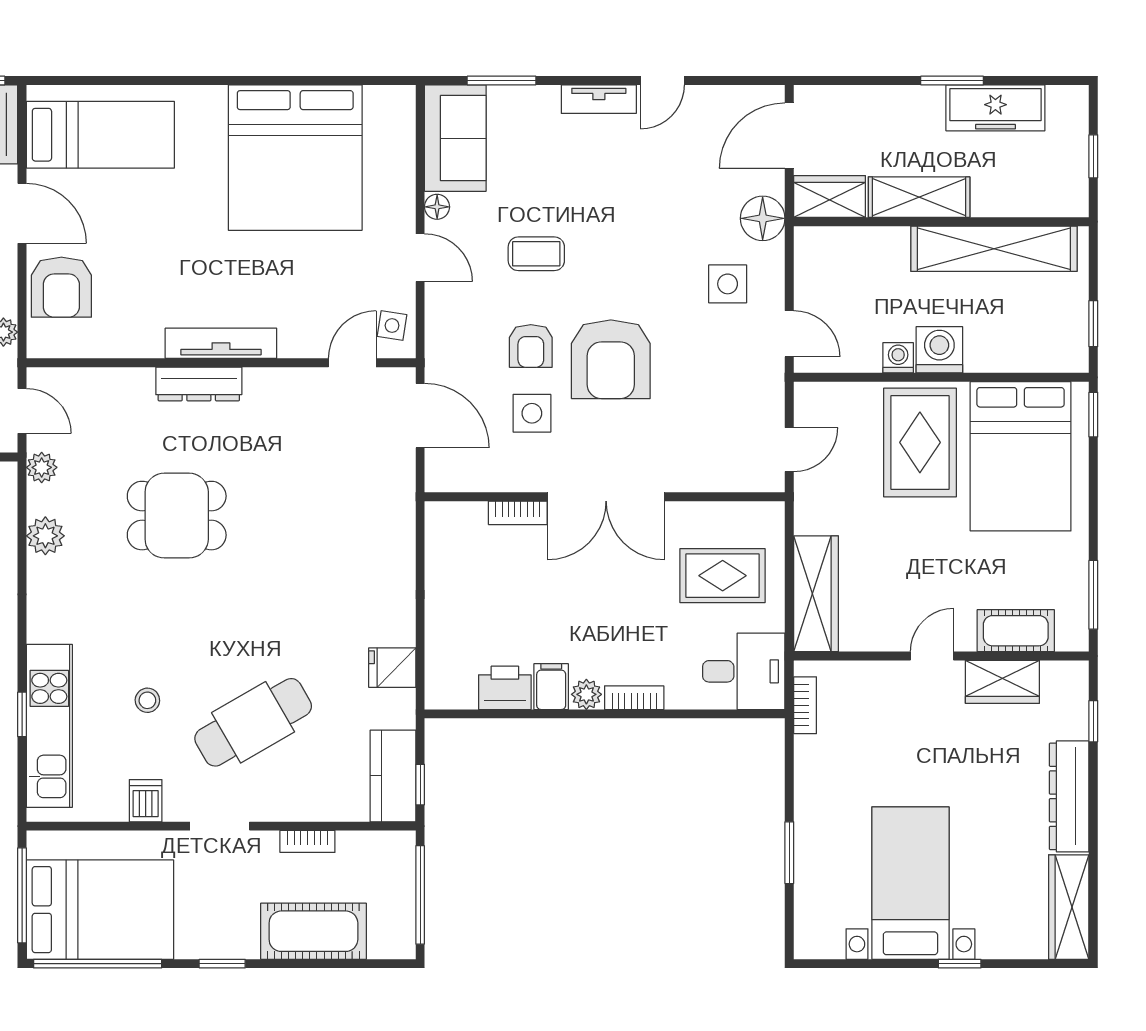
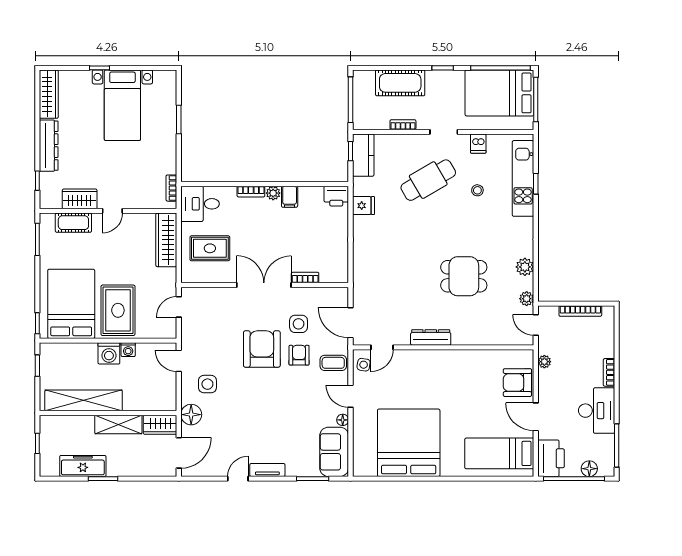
coffee table: (536, 254) -> (333, 363), moved
armchair: (61, 287) -> (517, 383), turned -90
tv unit: (221, 343) -> (443, 356), removed
dresser: (199, 384) -> (431, 337), moved
printer: (505, 688) -> (336, 196), moved

